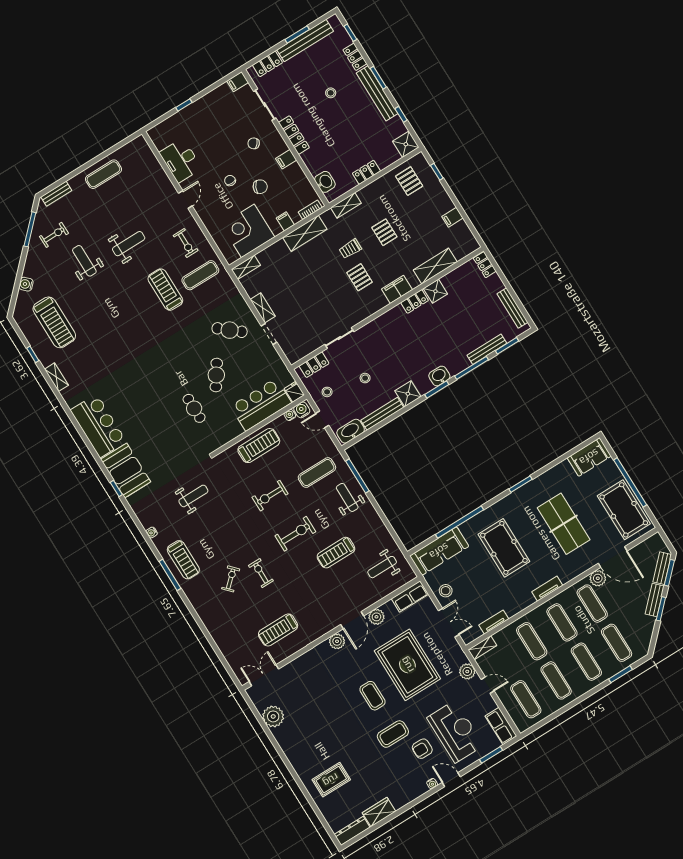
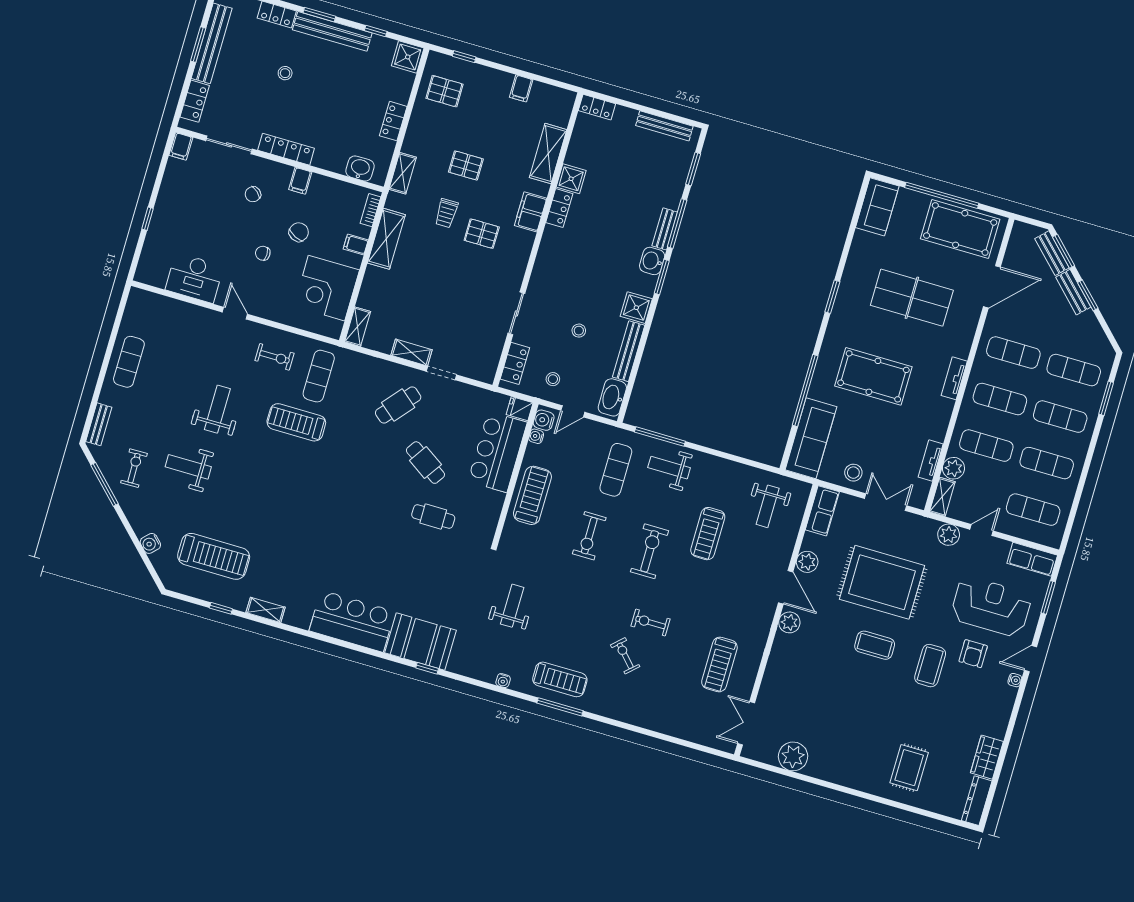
bench: (487, 349) -> (665, 229), moved, width x0.73
plant: (598, 578) -> (953, 468), moved

